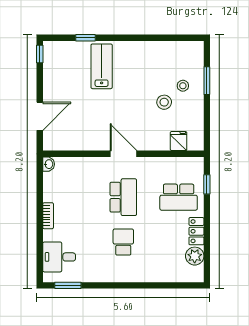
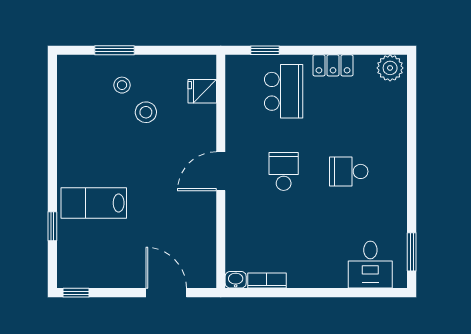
school desk: (123, 197) -> (284, 171), width x0.54
bookcase: (48, 216) -> (267, 281), moved
plant: (195, 256) -> (390, 68), moved

